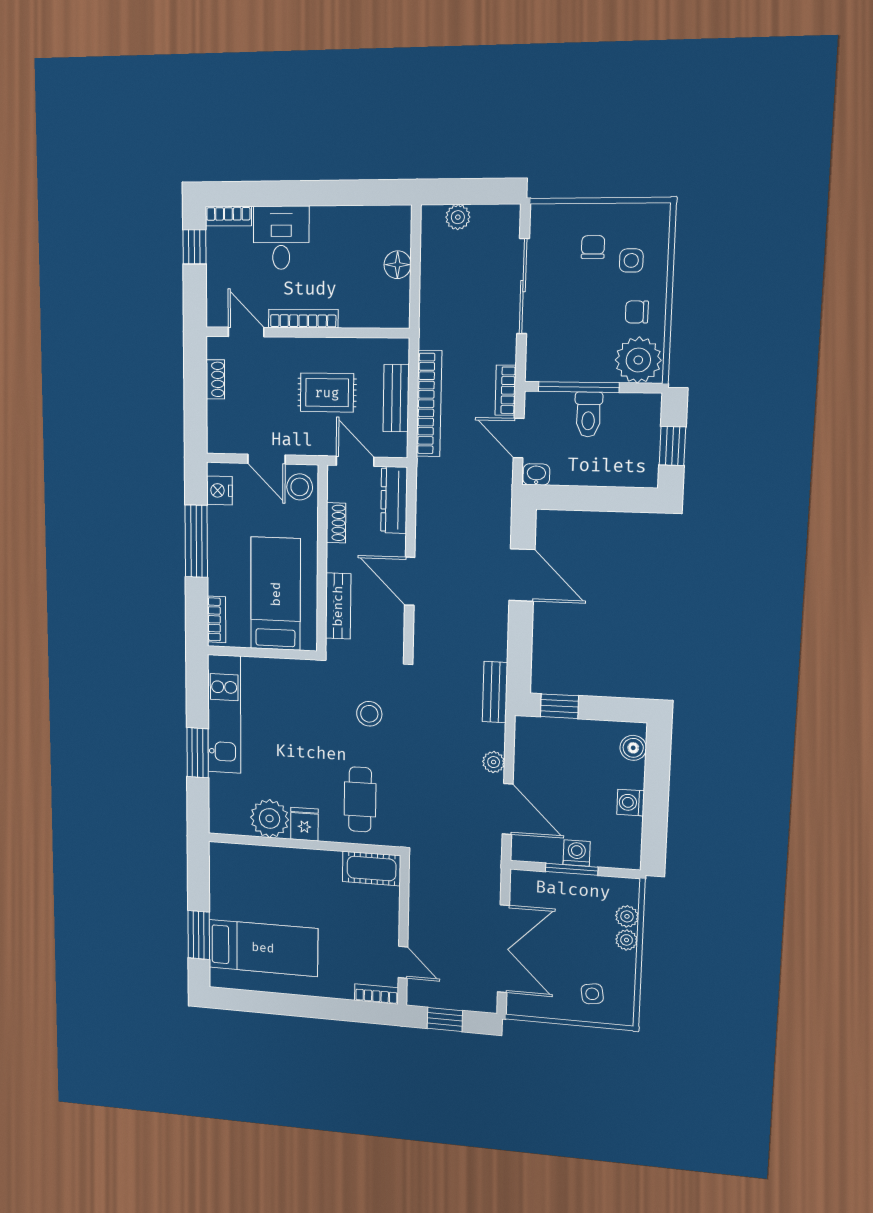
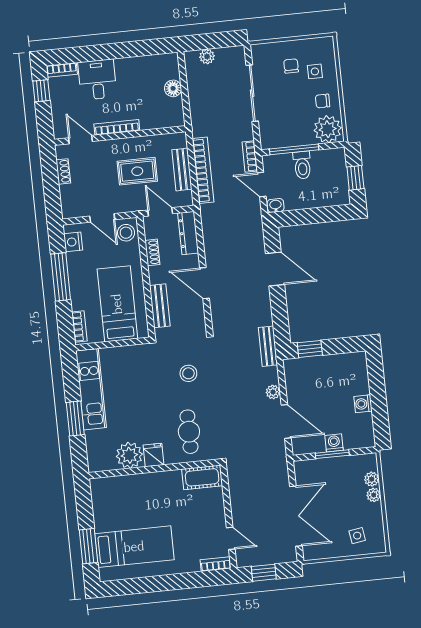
boiler: (633, 748) -> (359, 368), removed

